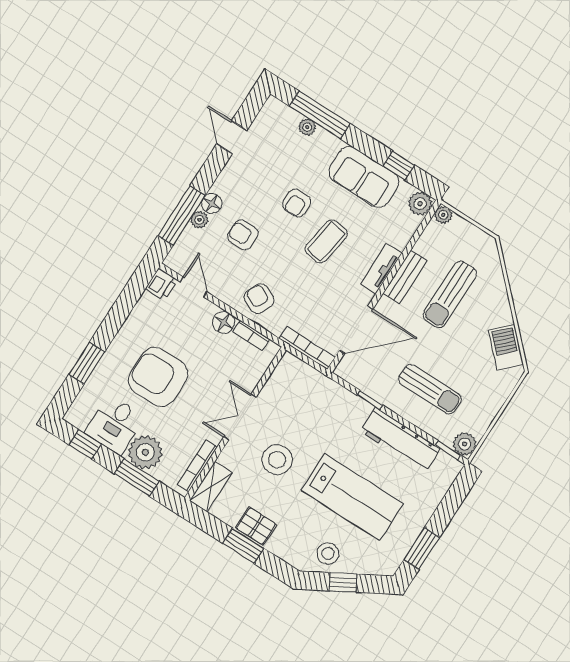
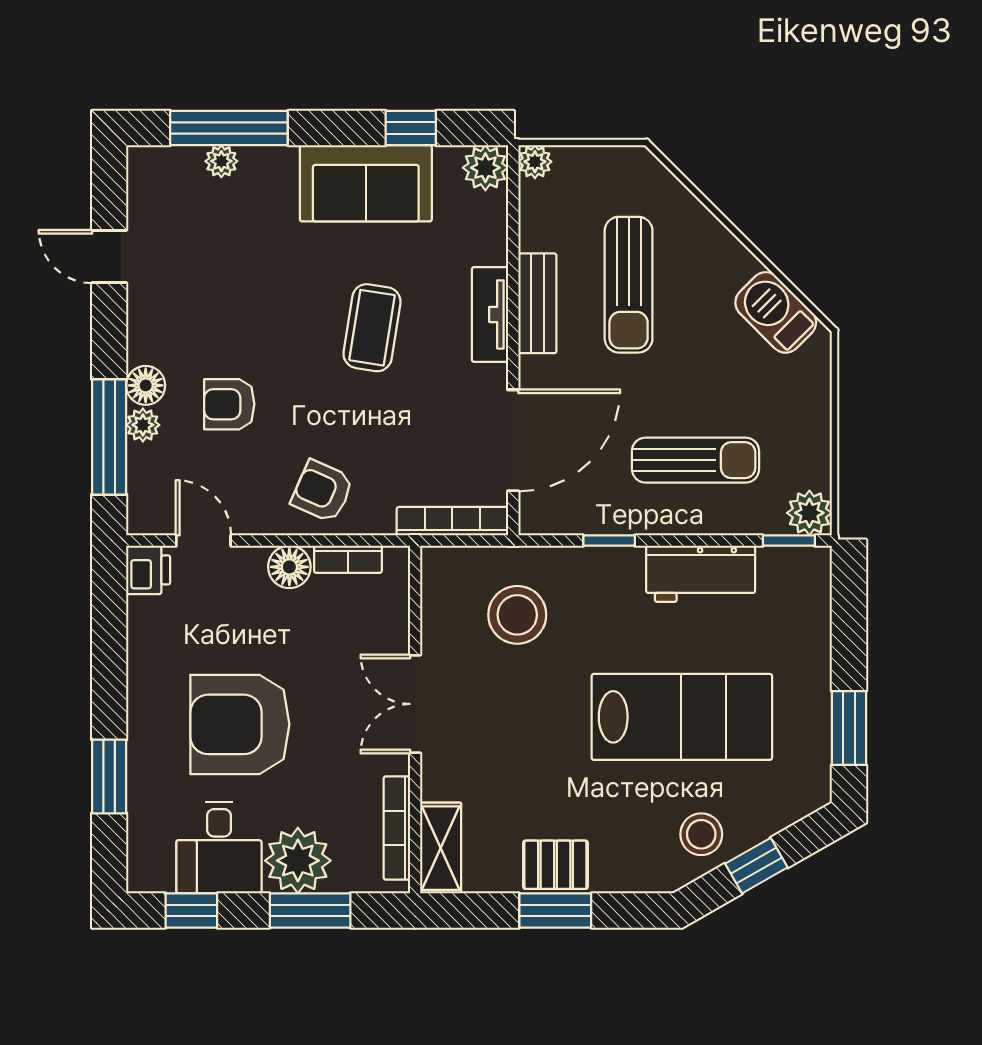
armchair: (297, 203) -> (284, 296), removed
workbench: (400, 440) -> (701, 574), width x0.73
stool: (277, 460) -> (517, 615), moved

